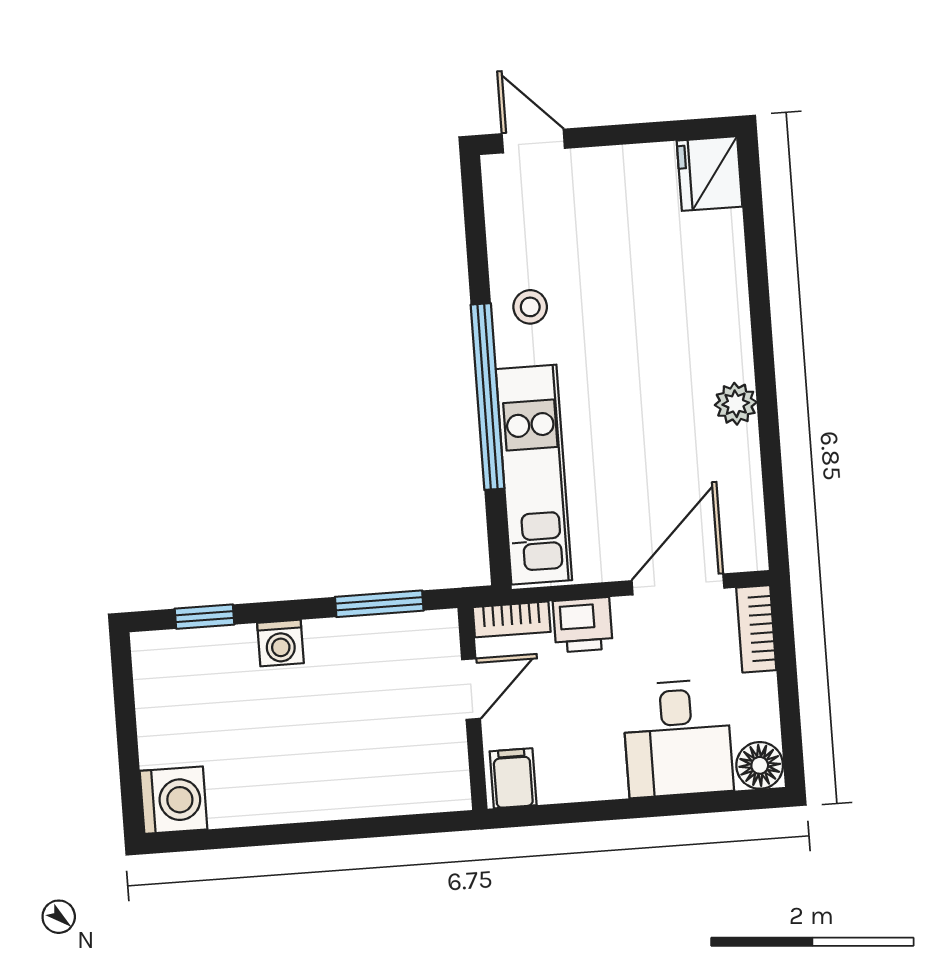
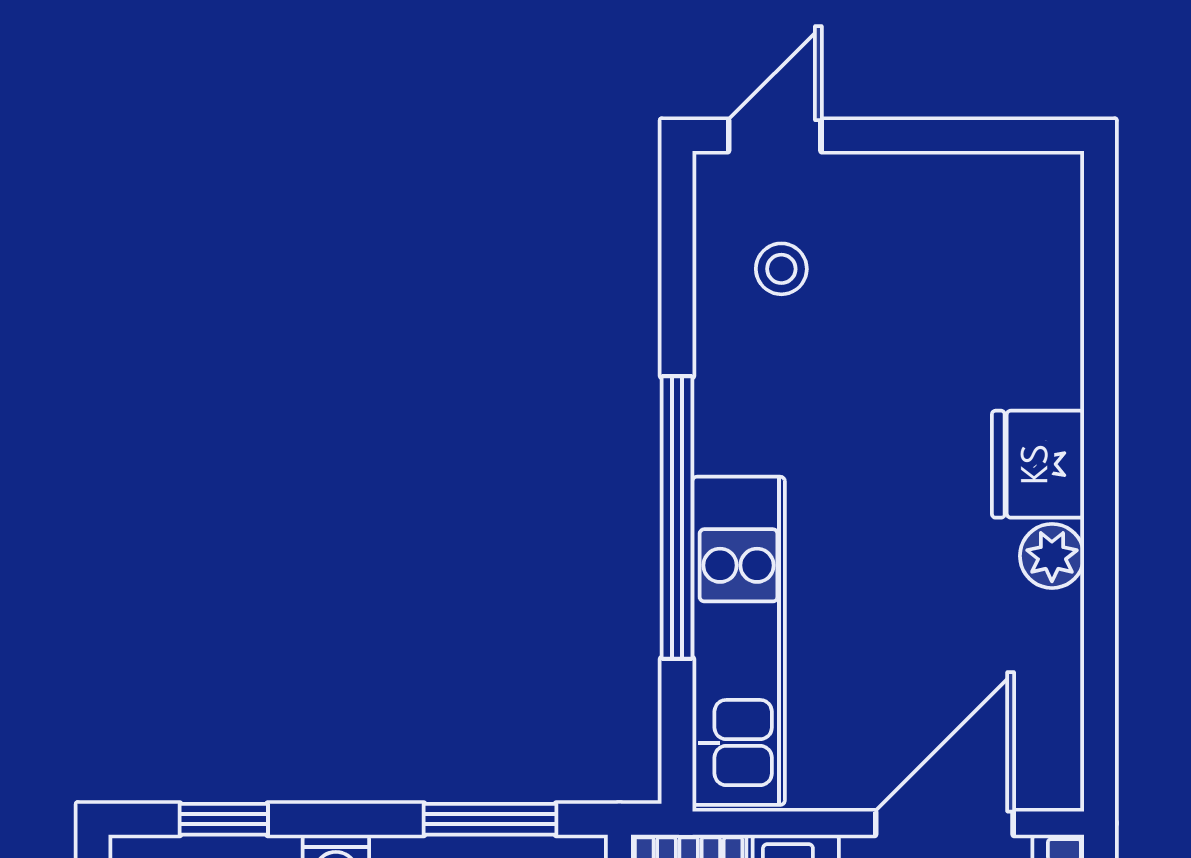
door: (533, 141) -> (775, 136), hinge flipped
fridge: (710, 174) -> (1038, 464), moved
stool: (530, 307) -> (781, 269), moved

